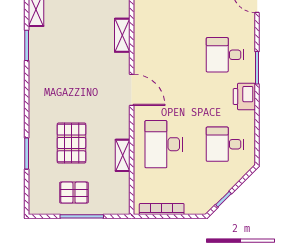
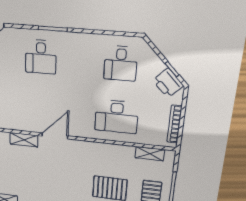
door: (132, 90) -> (55, 136), moved
printer: (244, 97) -> (168, 83), moved, turned 45
shelving: (123, 155) -> (150, 154), moved

